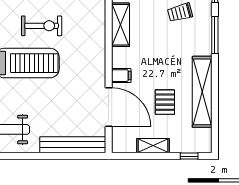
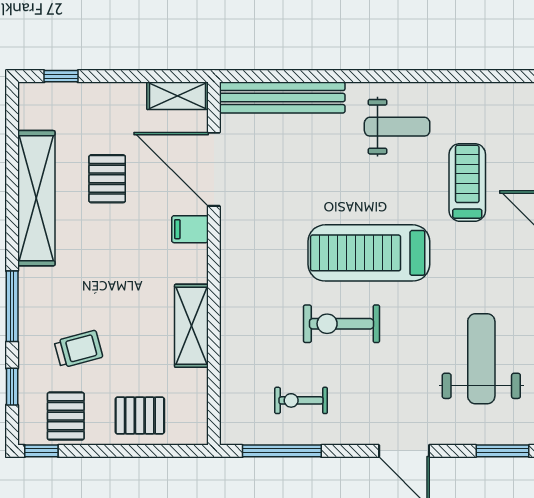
shelving: (153, 146) -> (177, 96), moved

